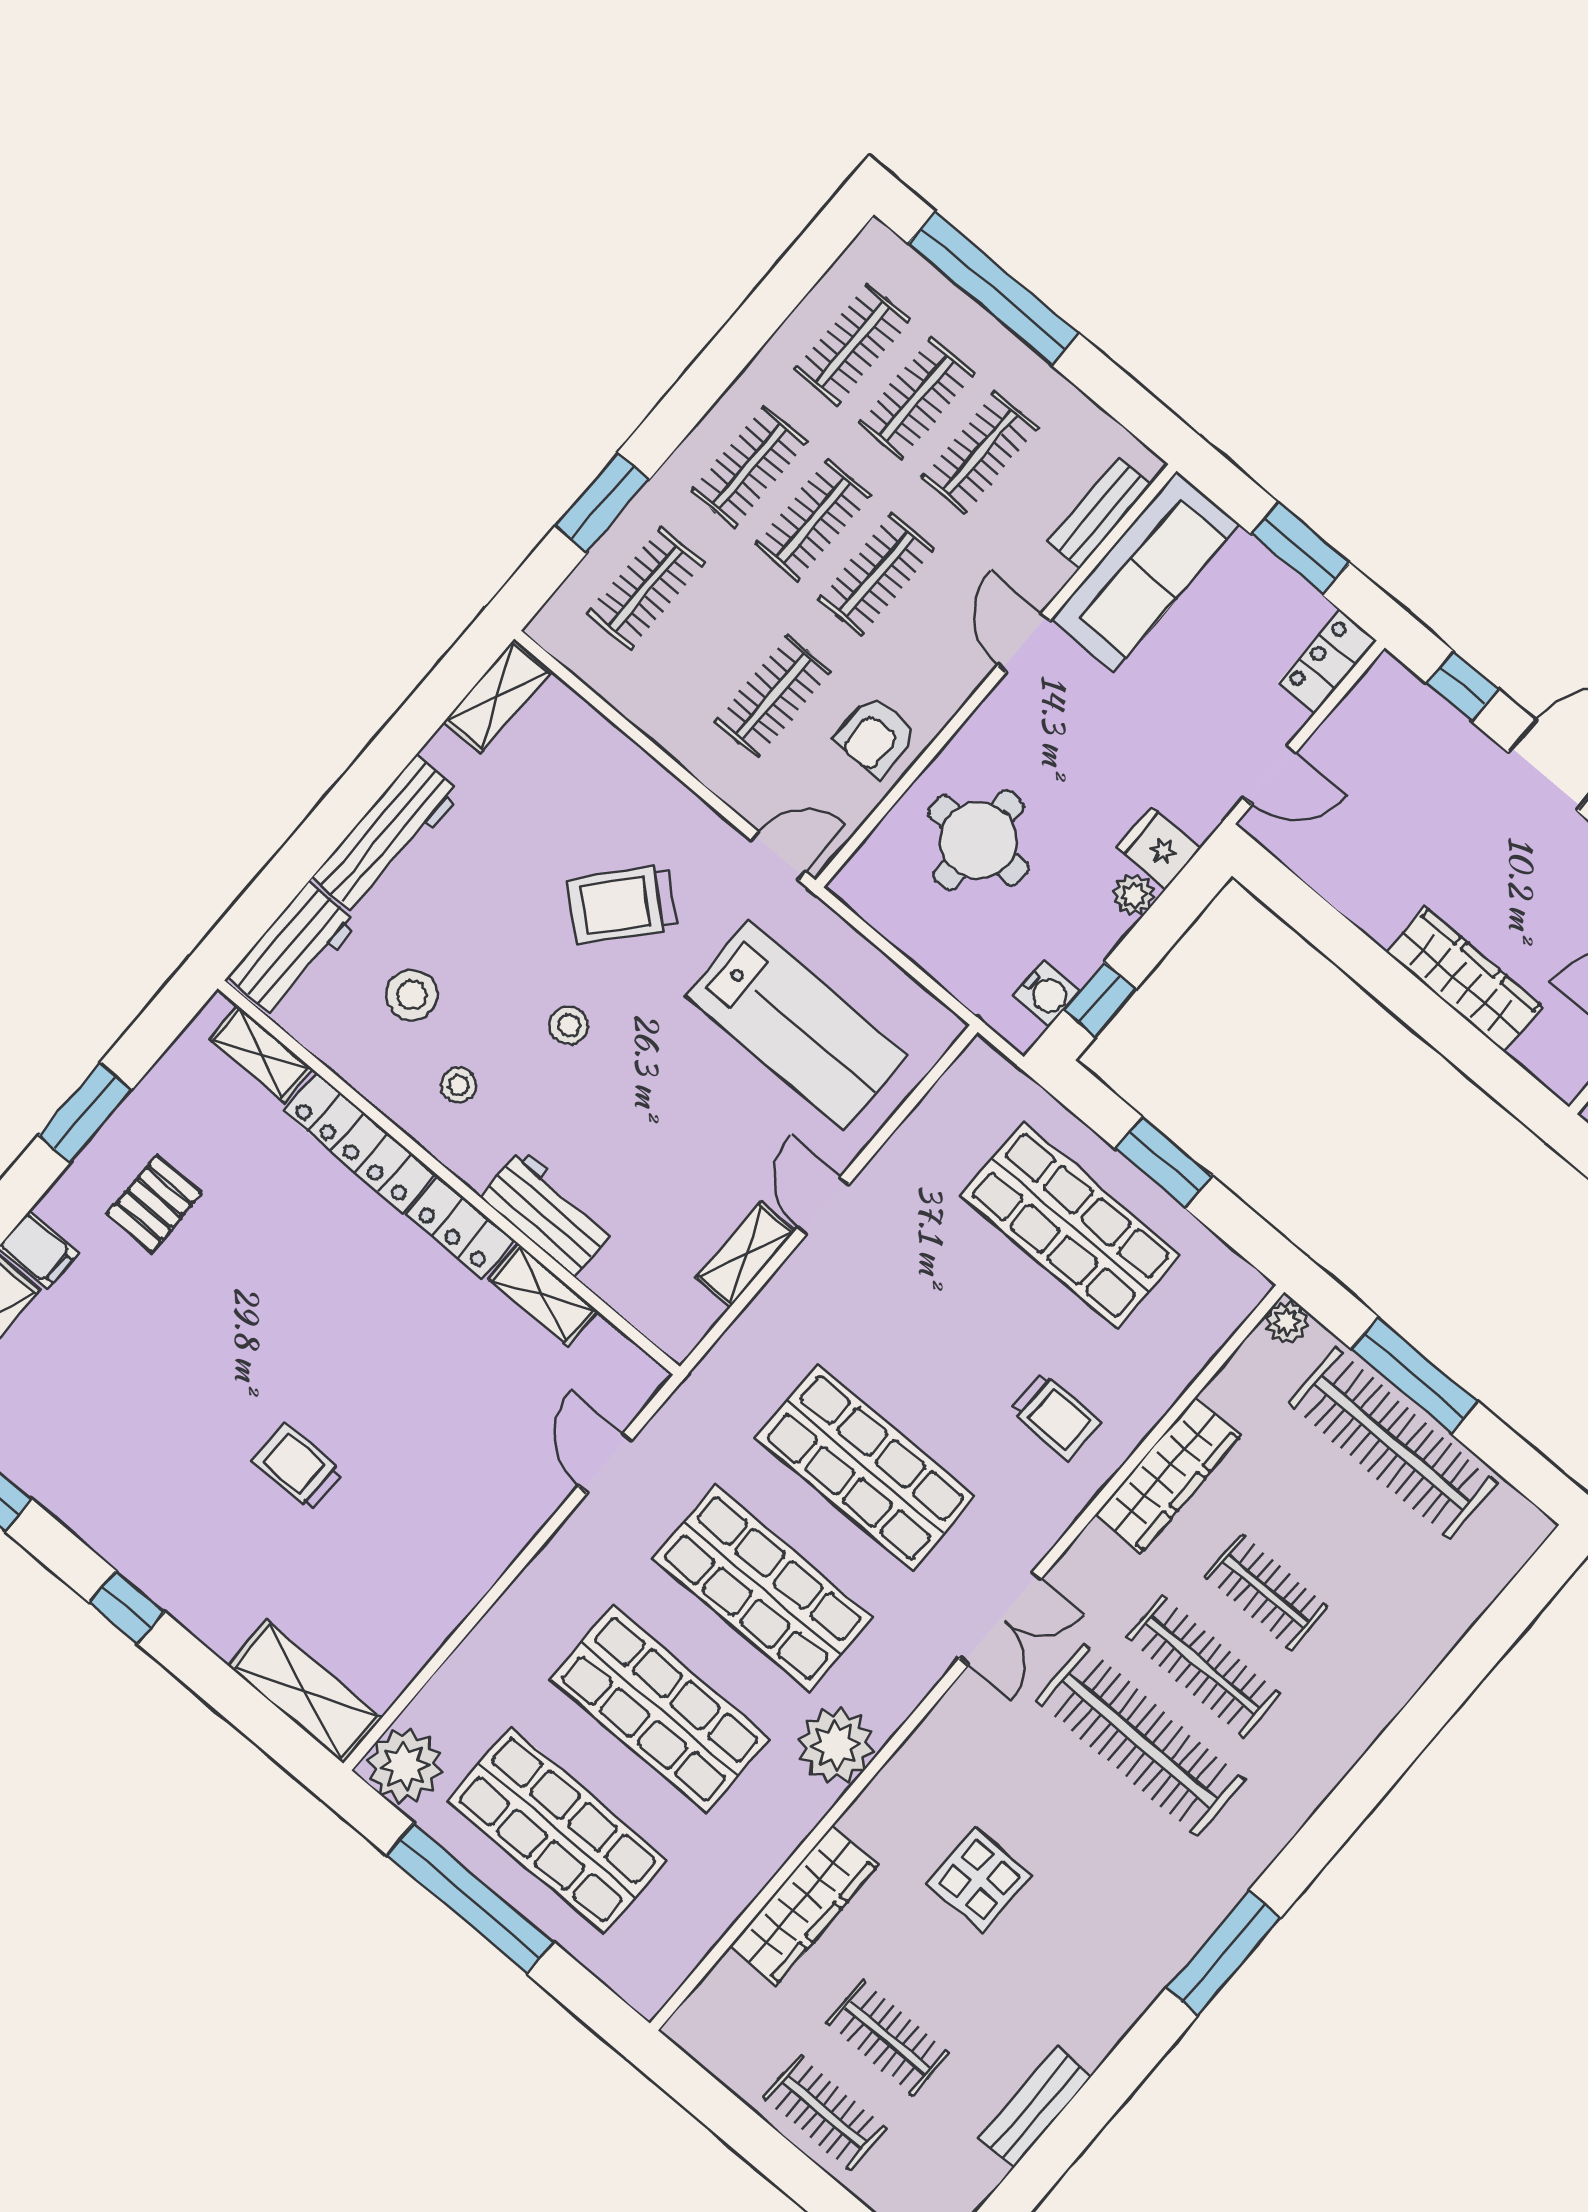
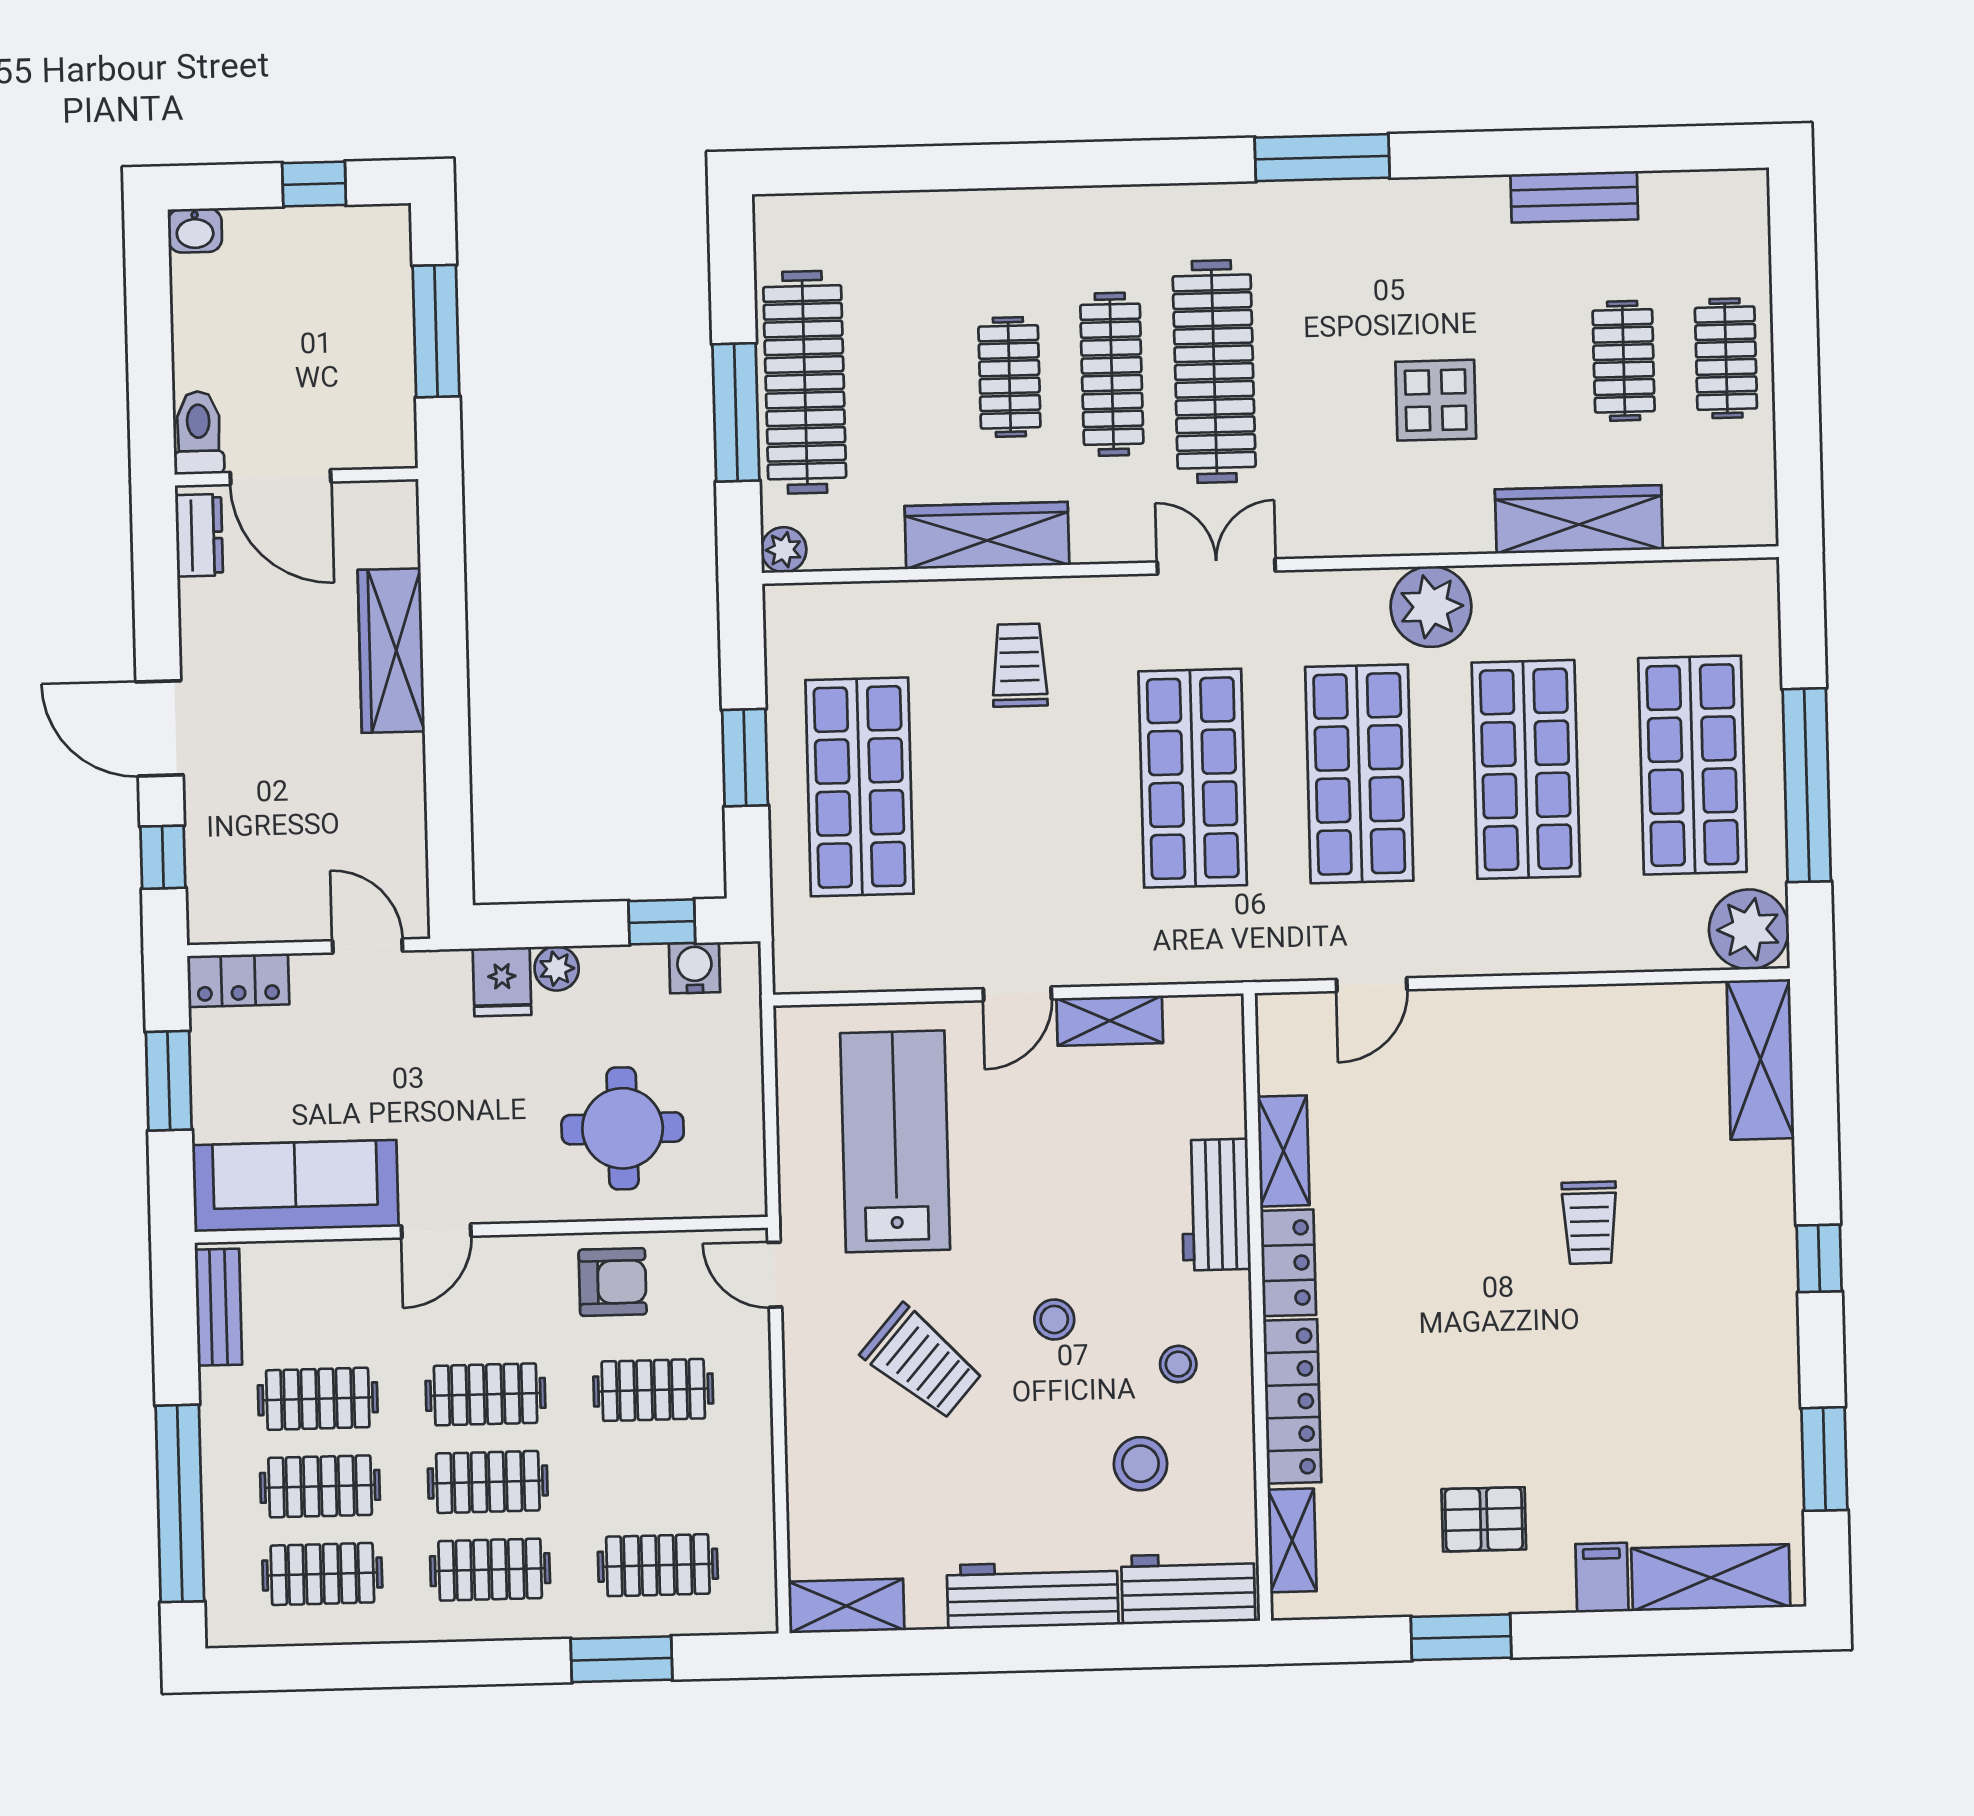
bench: (1099, 513) -> (218, 1307), moved, turned 90

